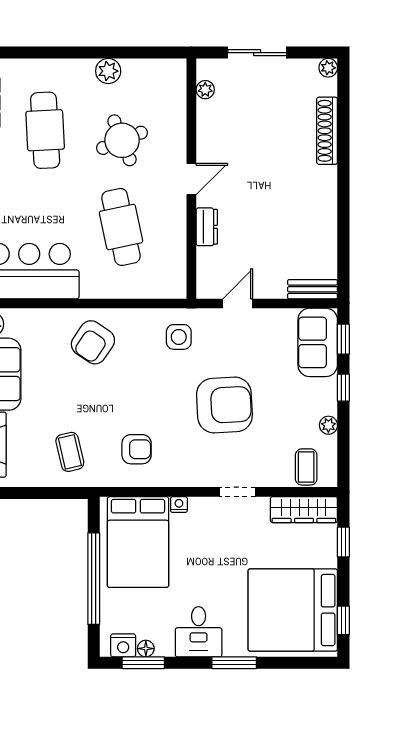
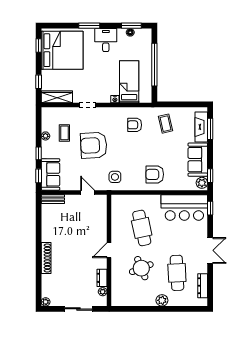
plant: (108, 71) -> (162, 300), moved
shoe rack: (327, 131) -> (46, 258), moved
dresser: (207, 227) -> (102, 278), moved
door: (238, 303) -> (88, 192), swing flipped
armchair: (93, 342) -> (155, 174), turned -124
coffee table: (306, 467) -> (64, 133), moved
bed: (138, 542) -> (129, 82), width x0.67
nightstand: (123, 645) -> (141, 34), removed

